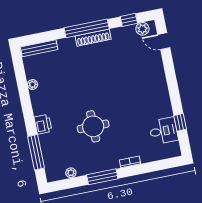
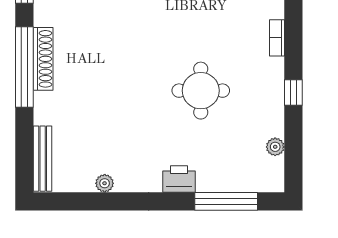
window: (102, 177) -> (293, 93), width x0.46

